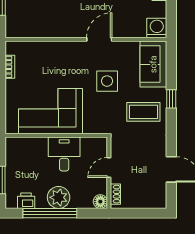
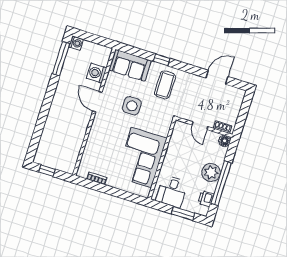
washing machine: (157, 28) -> (96, 73), moved
desk: (64, 154) -> (172, 191), moved, turned -90

